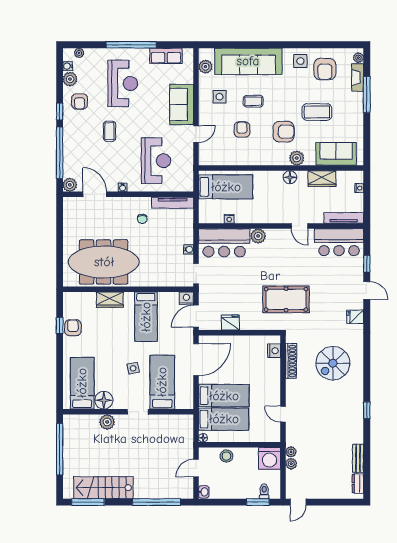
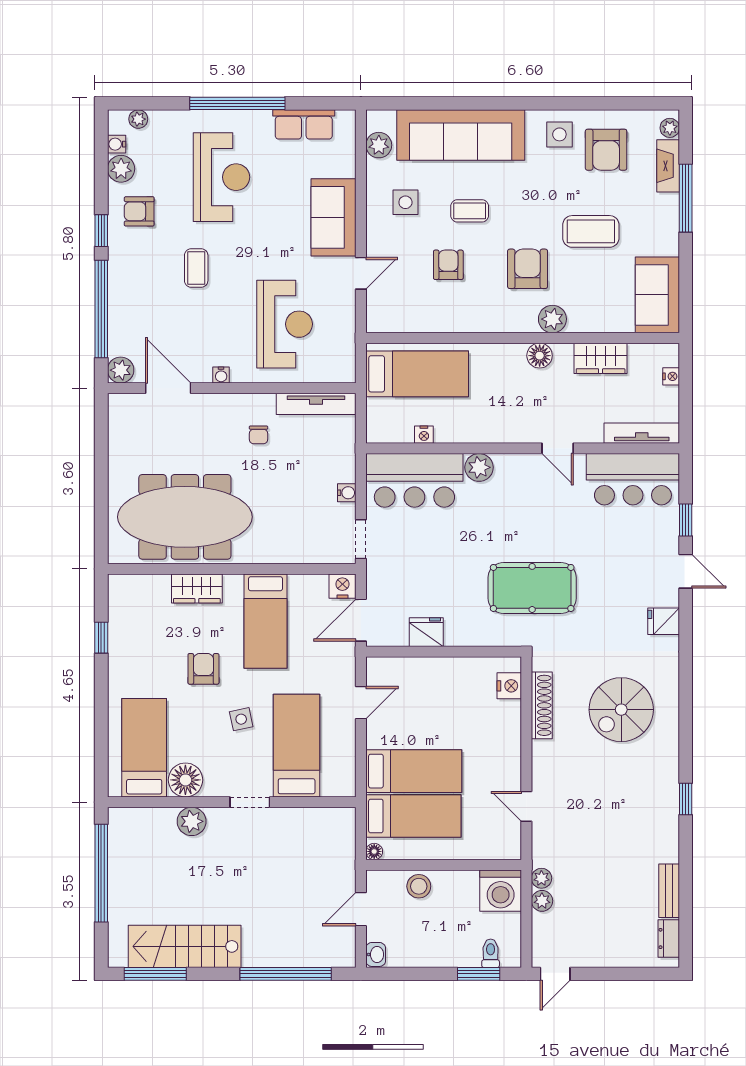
armchair: (80, 101) -> (139, 211), turned 90
armchair: (284, 132) -> (528, 269), turned -90
sofa: (336, 154) -> (657, 295), moved, turned -90
armchair: (73, 328) -> (203, 669), moved
door: (196, 360) -> (361, 703), width x0.53

